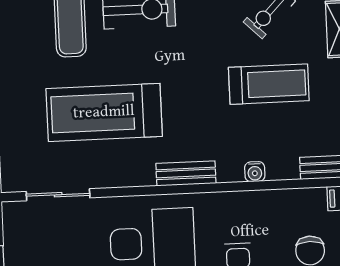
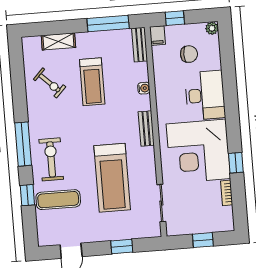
treadmill: (269, 84) -> (92, 82), turned 180

